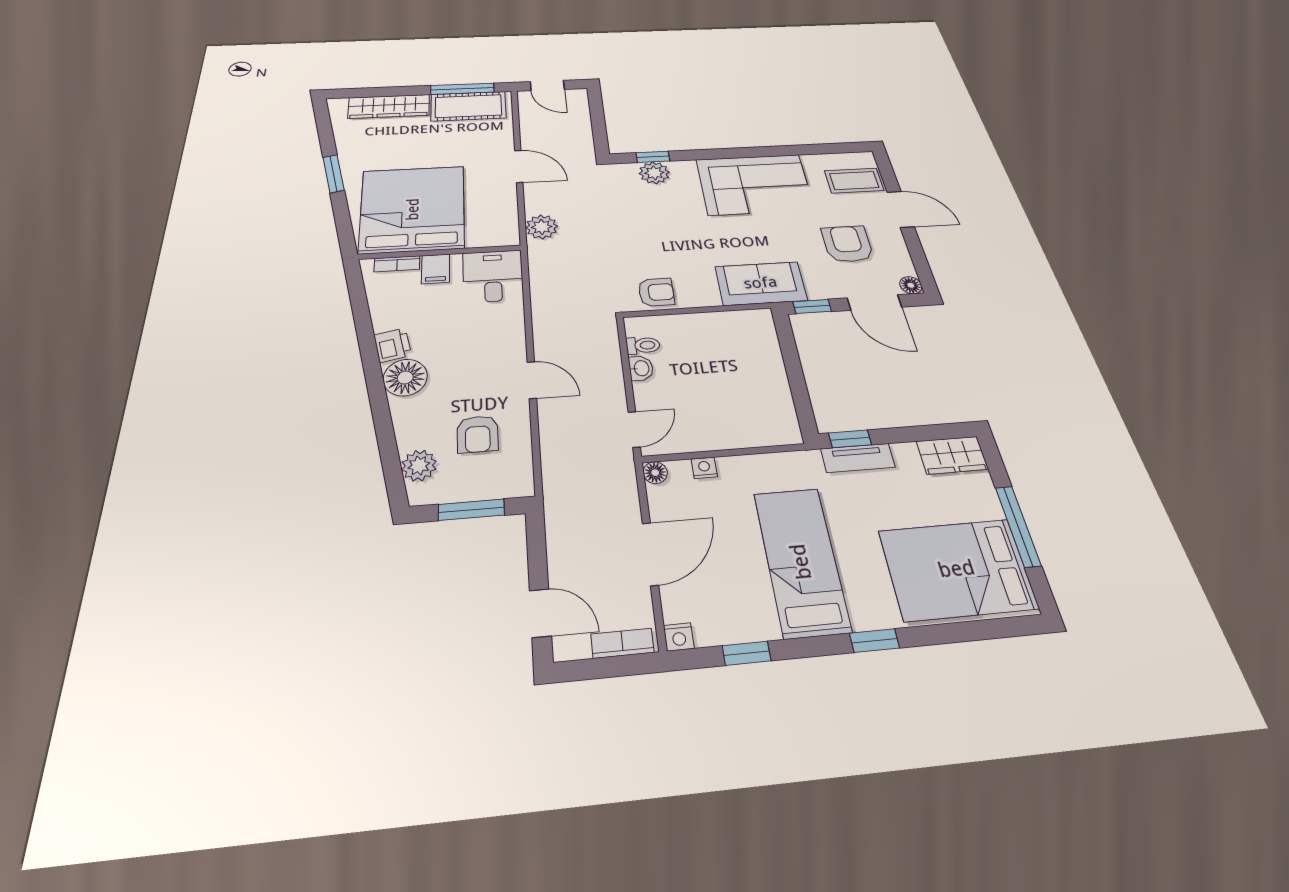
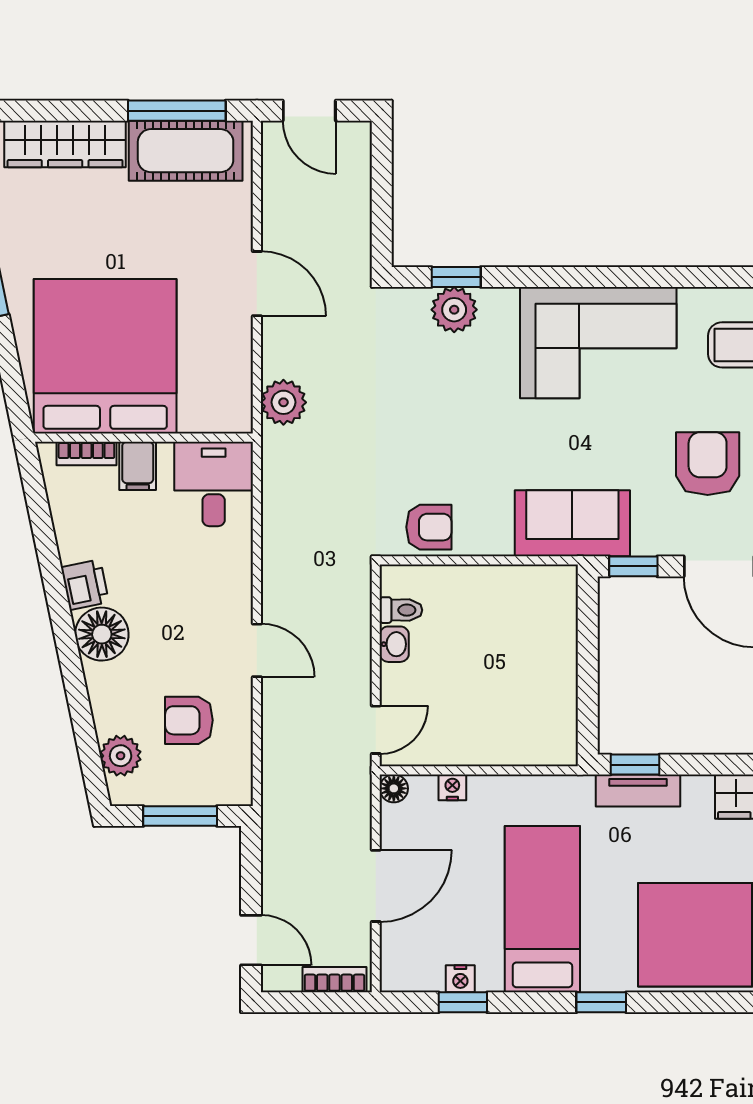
armchair: (478, 434) -> (189, 720), turned 90
nightstand: (679, 637) -> (460, 979), moved

